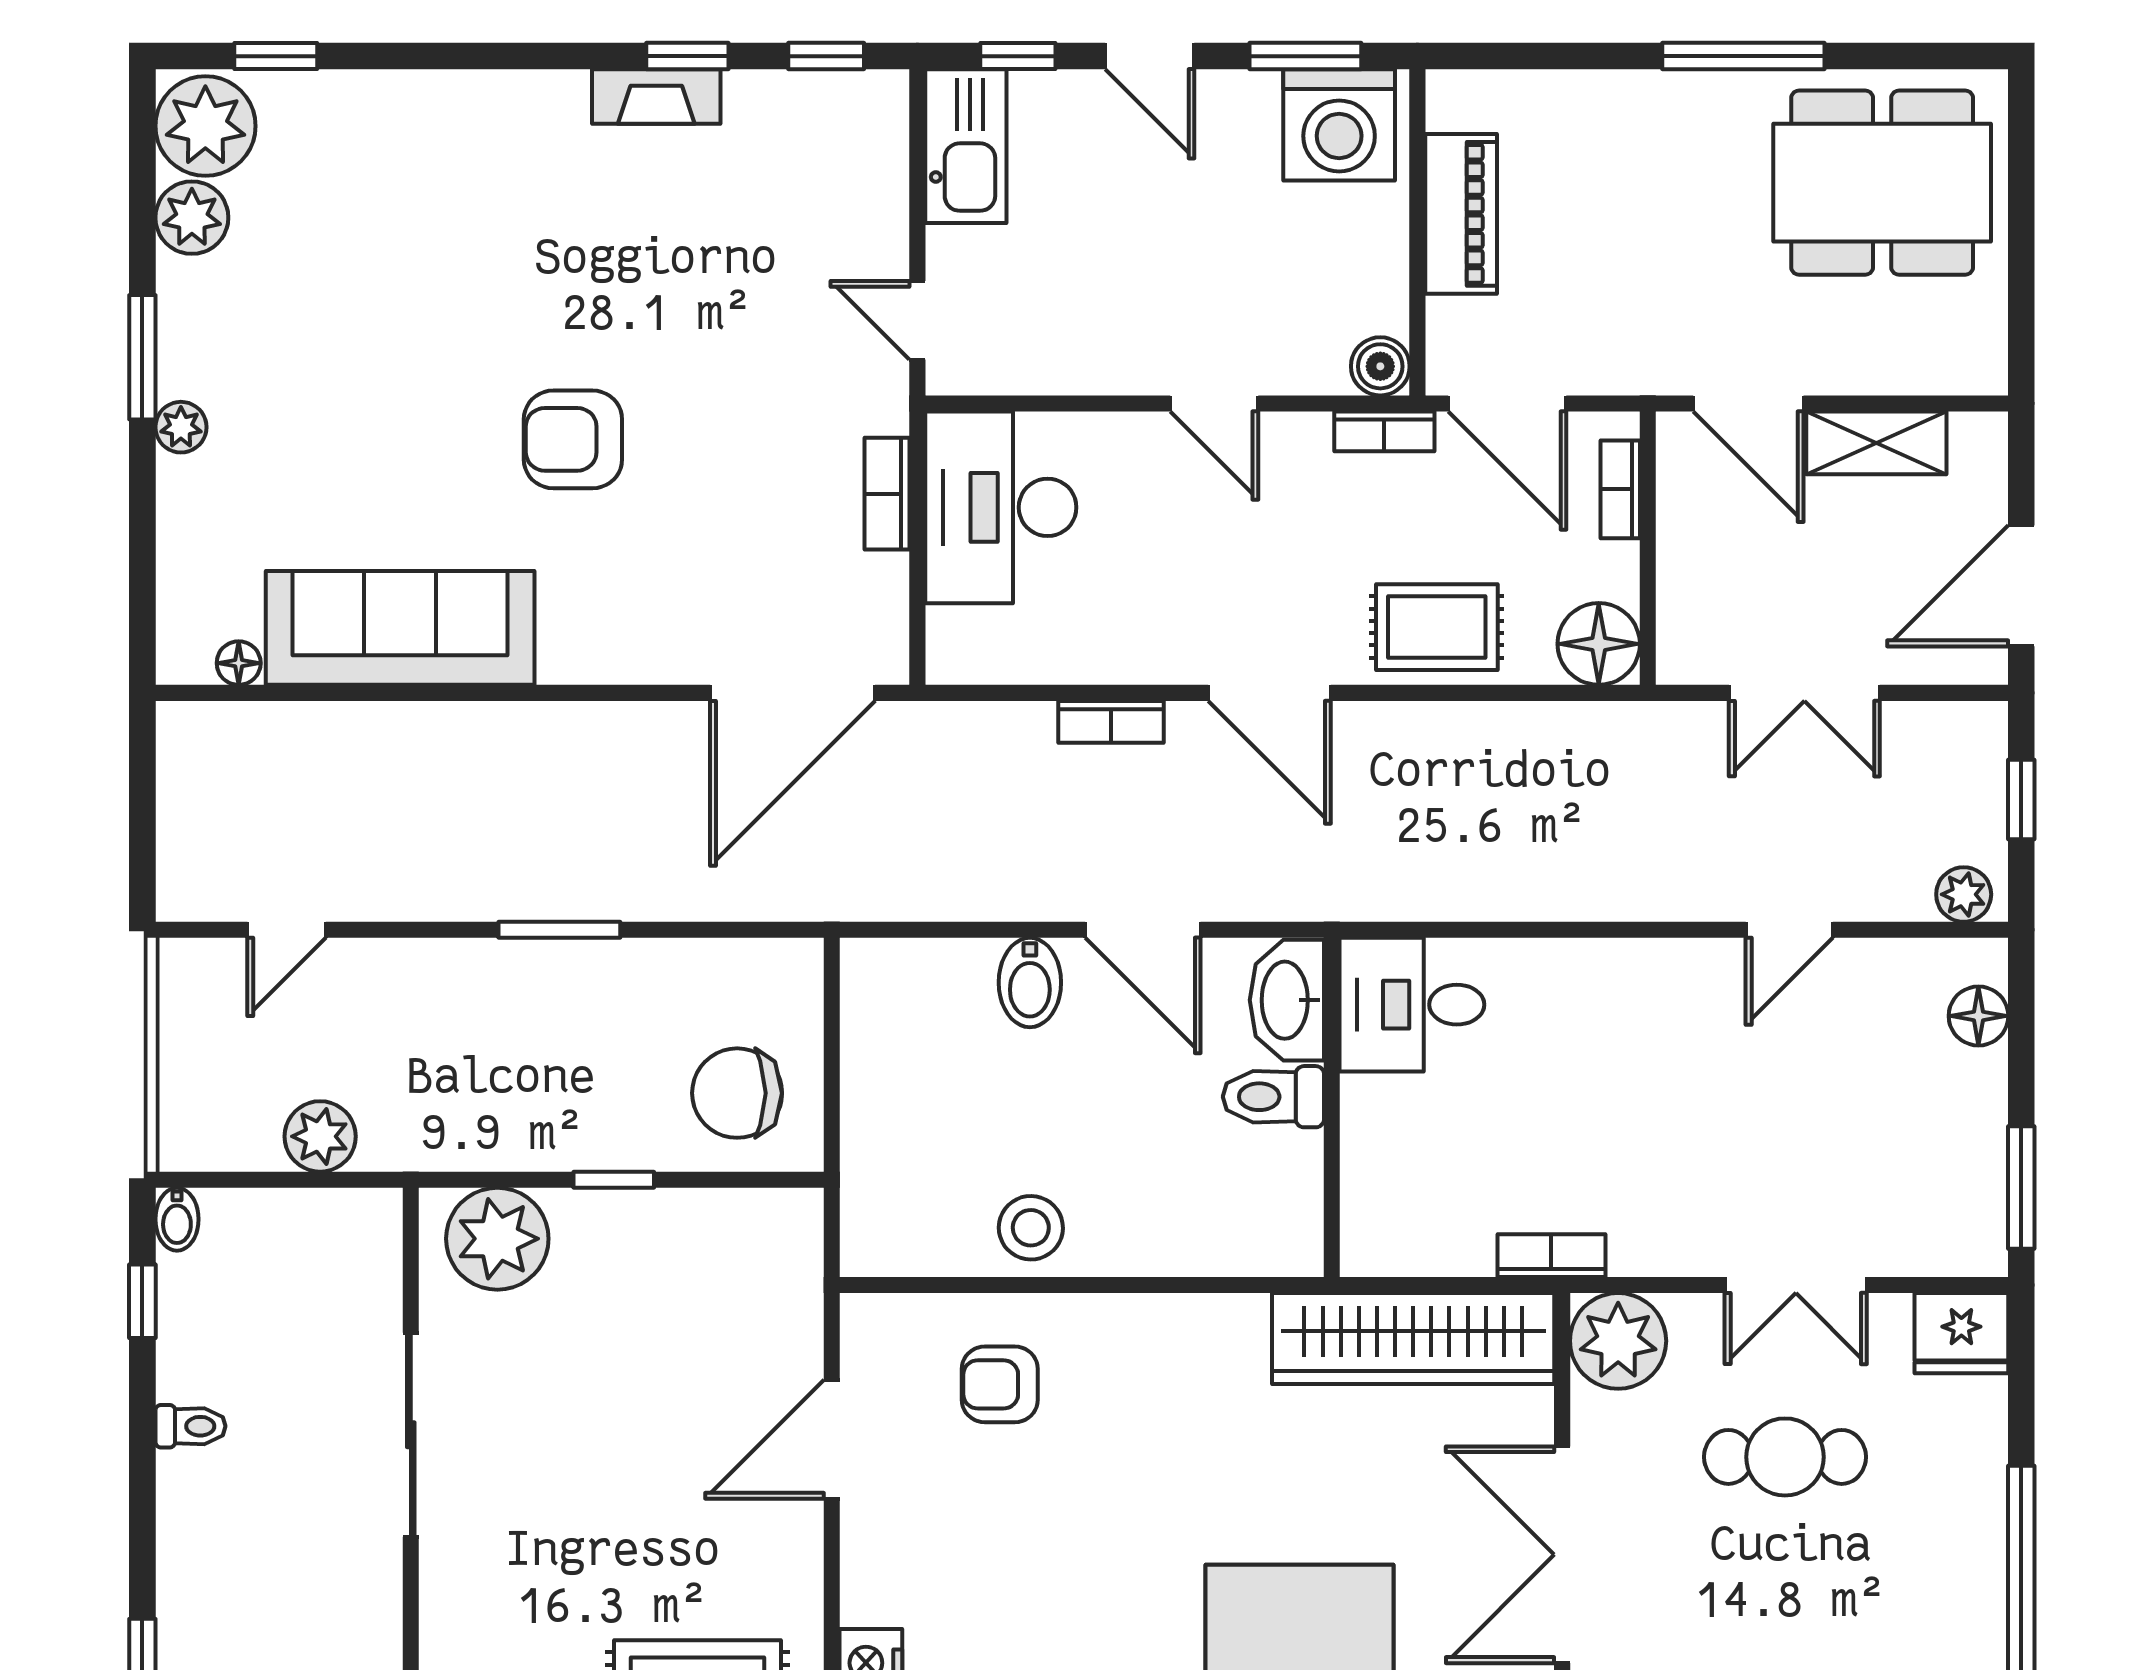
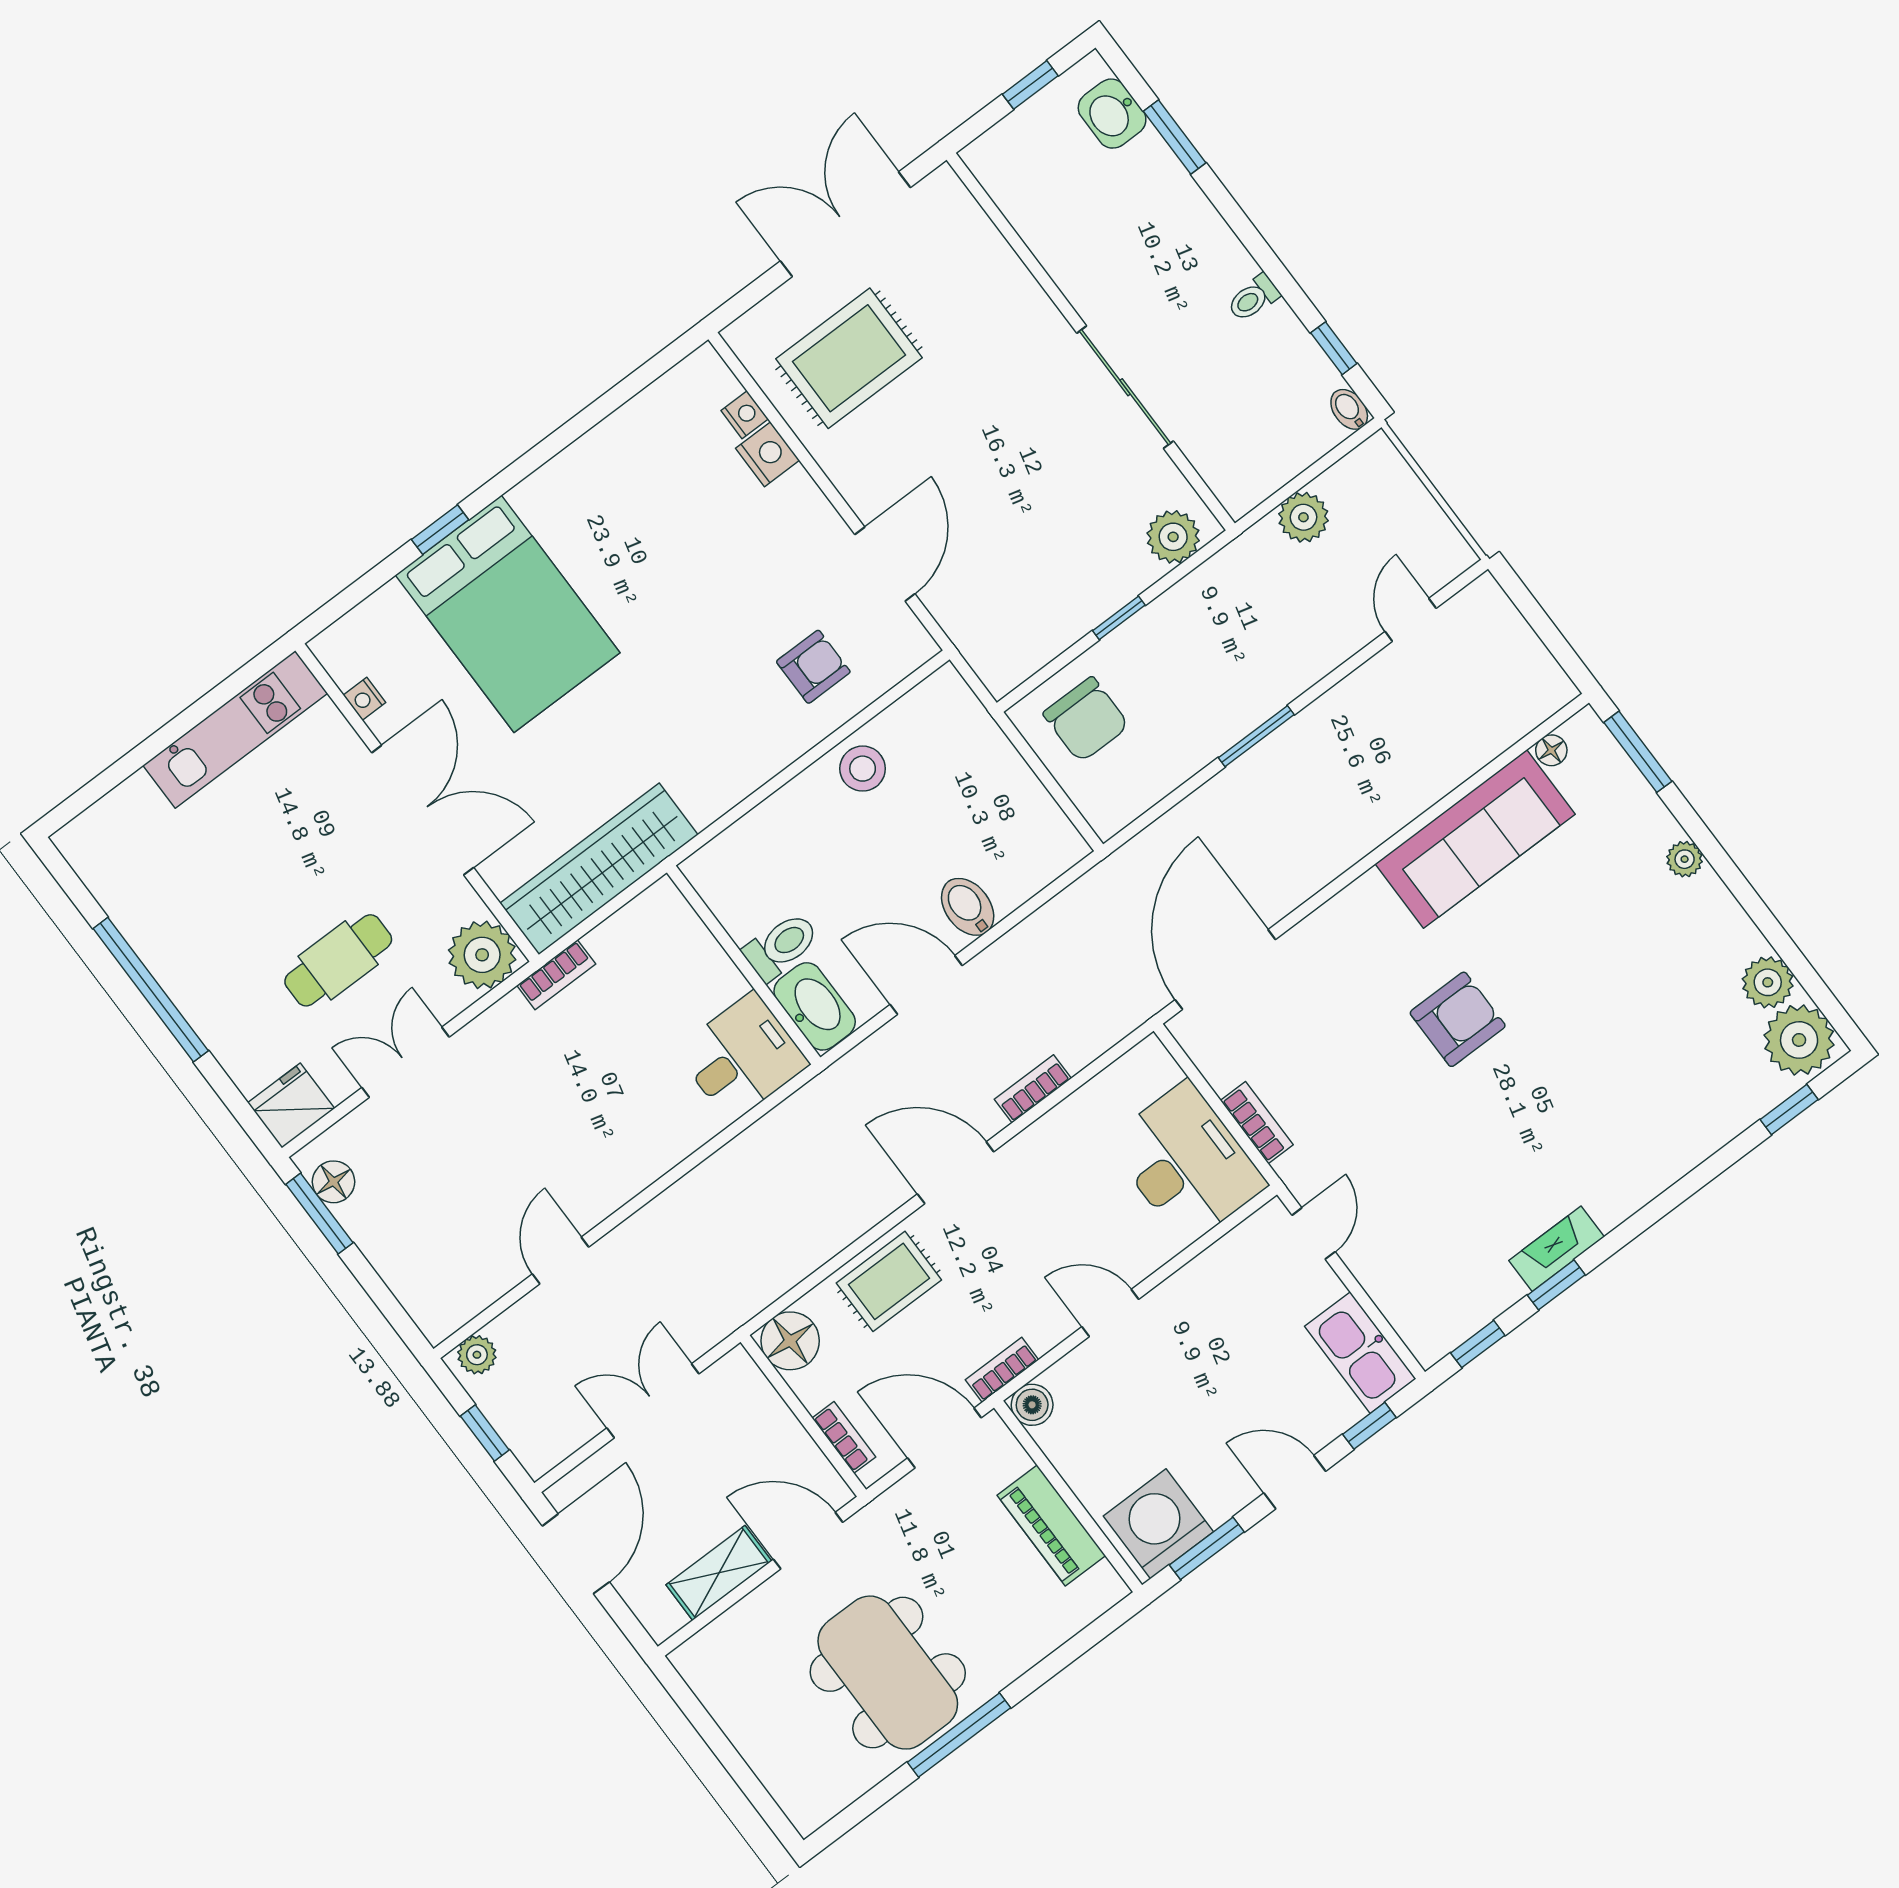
dining table: (1882, 183) -> (888, 1673), moved, turned 90
door: (917, 320) -> (1314, 1234), hinge flipped
window: (142, 357) -> (1638, 752), moved
floor lamp: (1978, 1016) -> (334, 1182), moved
chair: (737, 1093) -> (1086, 720), turned 90
plant: (497, 1239) -> (1173, 537), width x0.73, depth x0.73

